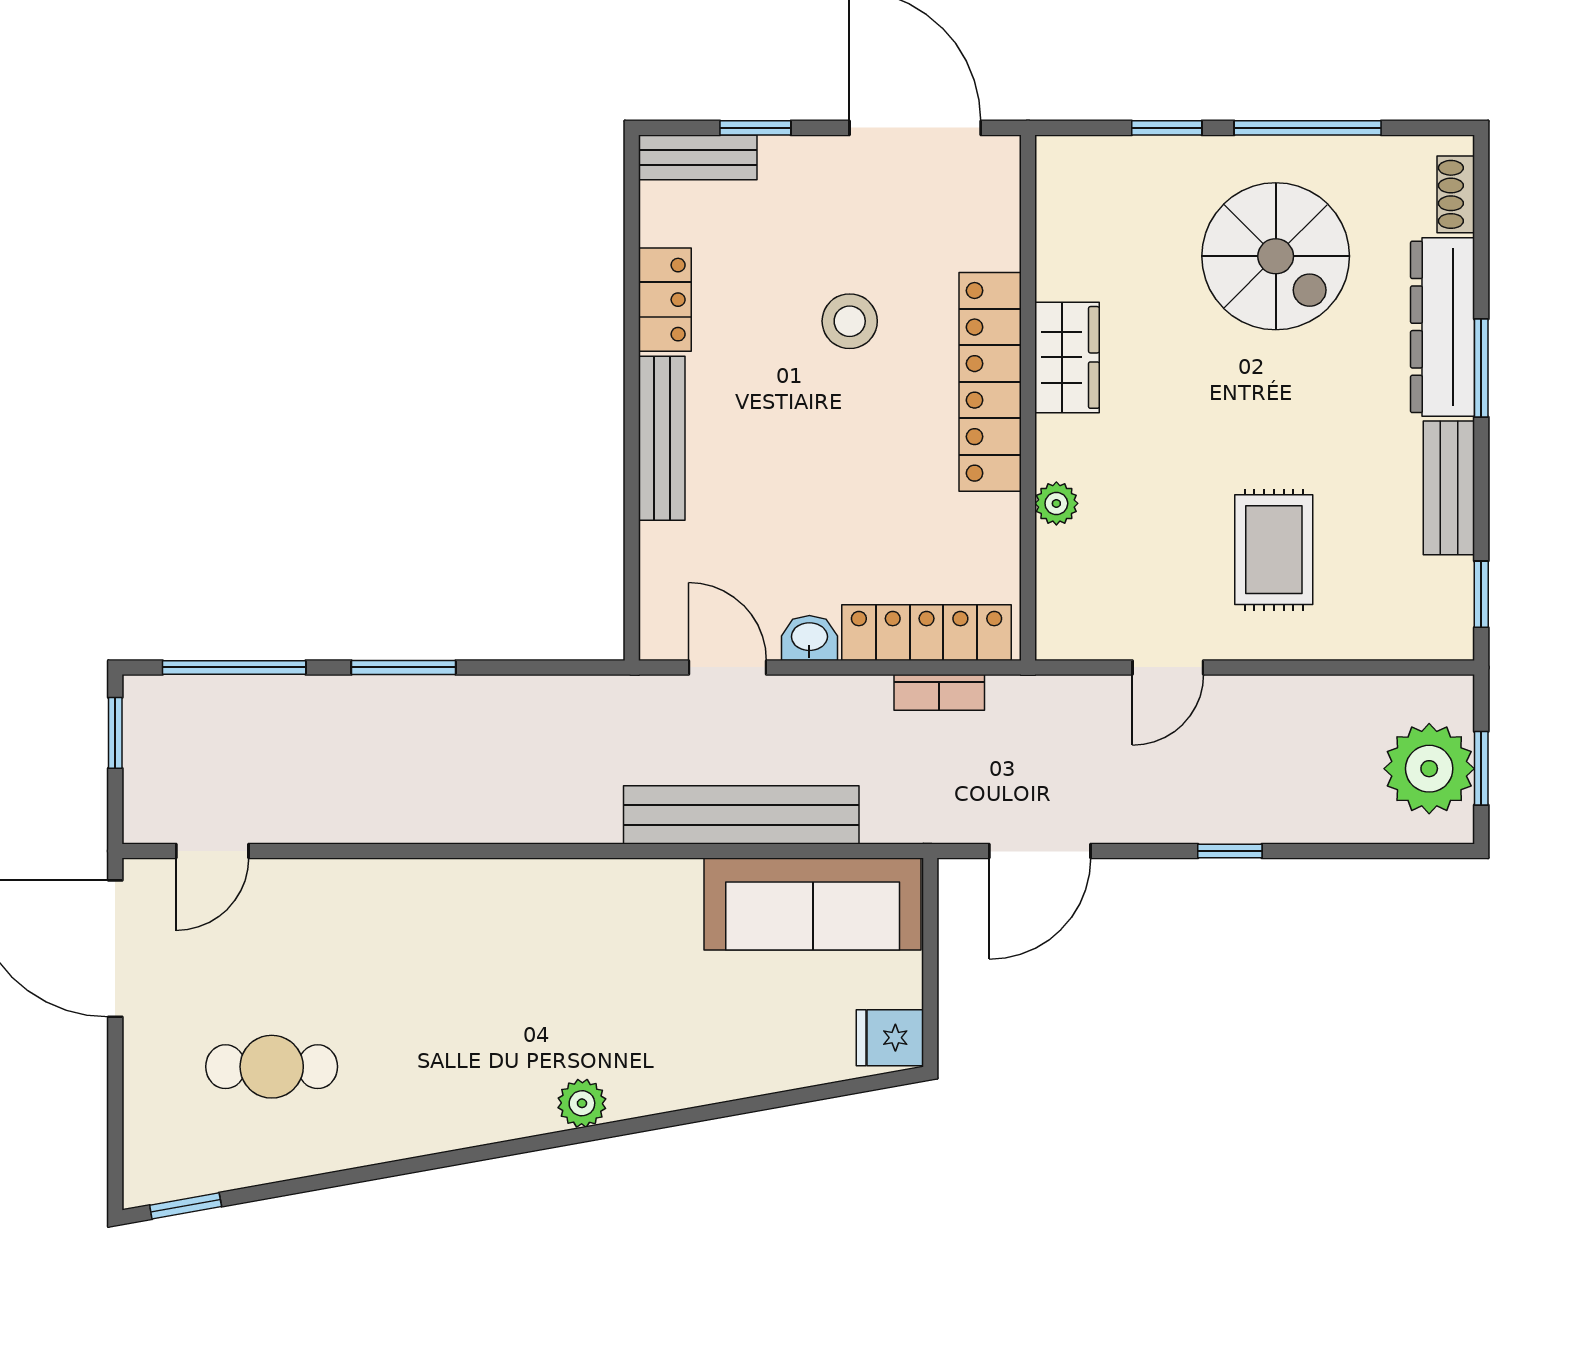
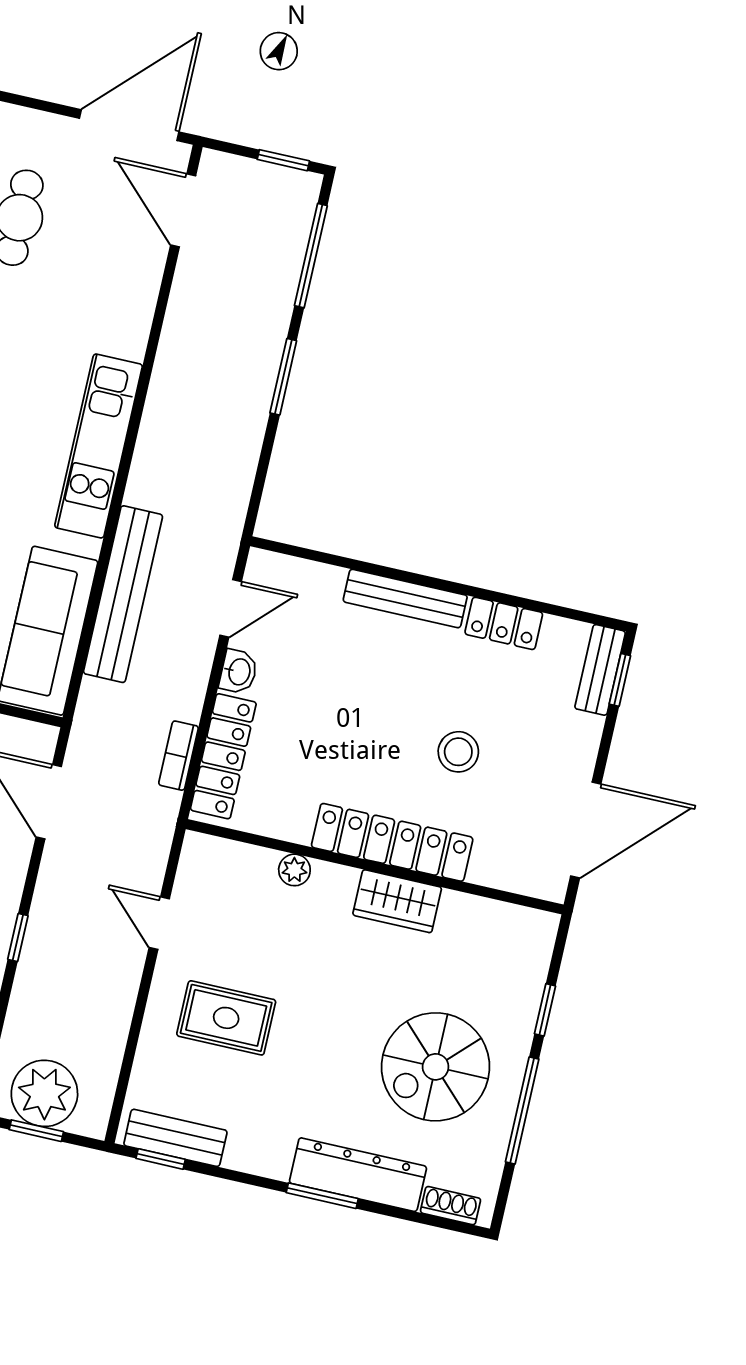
window: (755, 128) -> (620, 680), moved
bench: (1449, 488) -> (175, 1138), moved
door: (212, 851) -> (183, 210), width x1.38
kitchen unit: (551, 892) -> (99, 446), added

